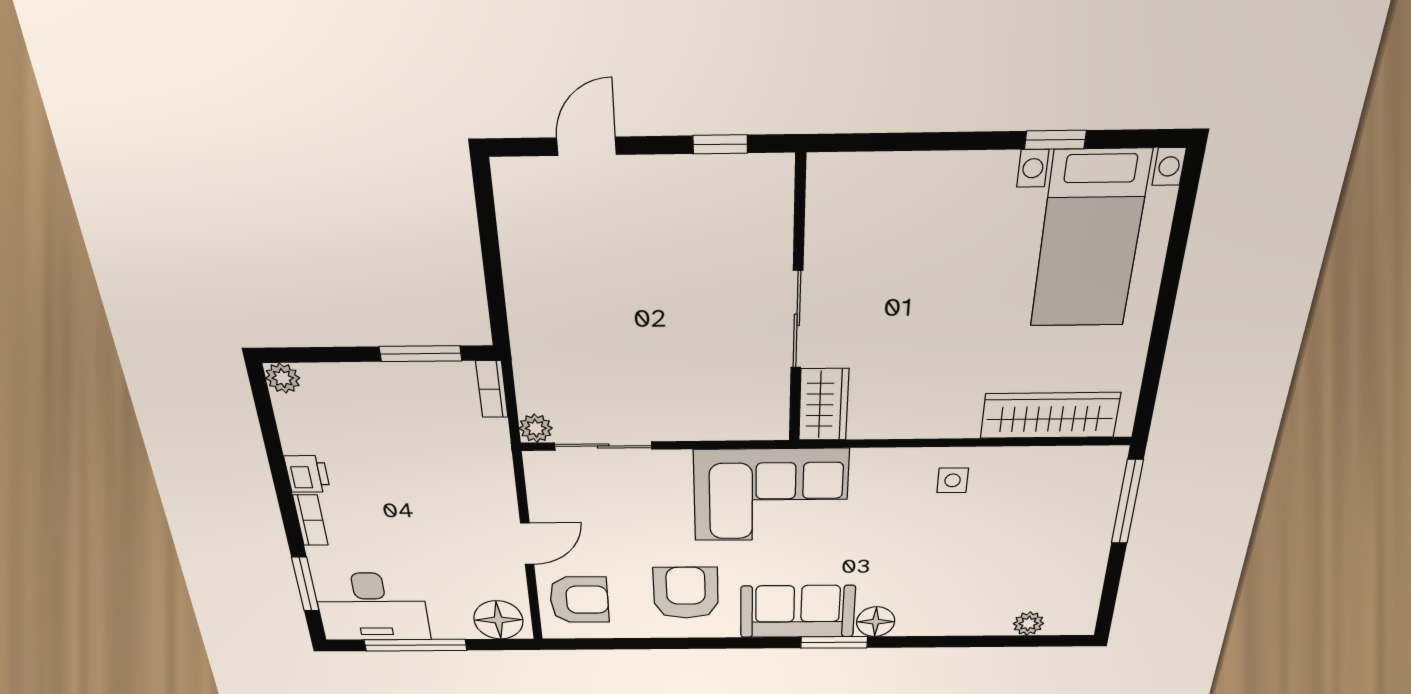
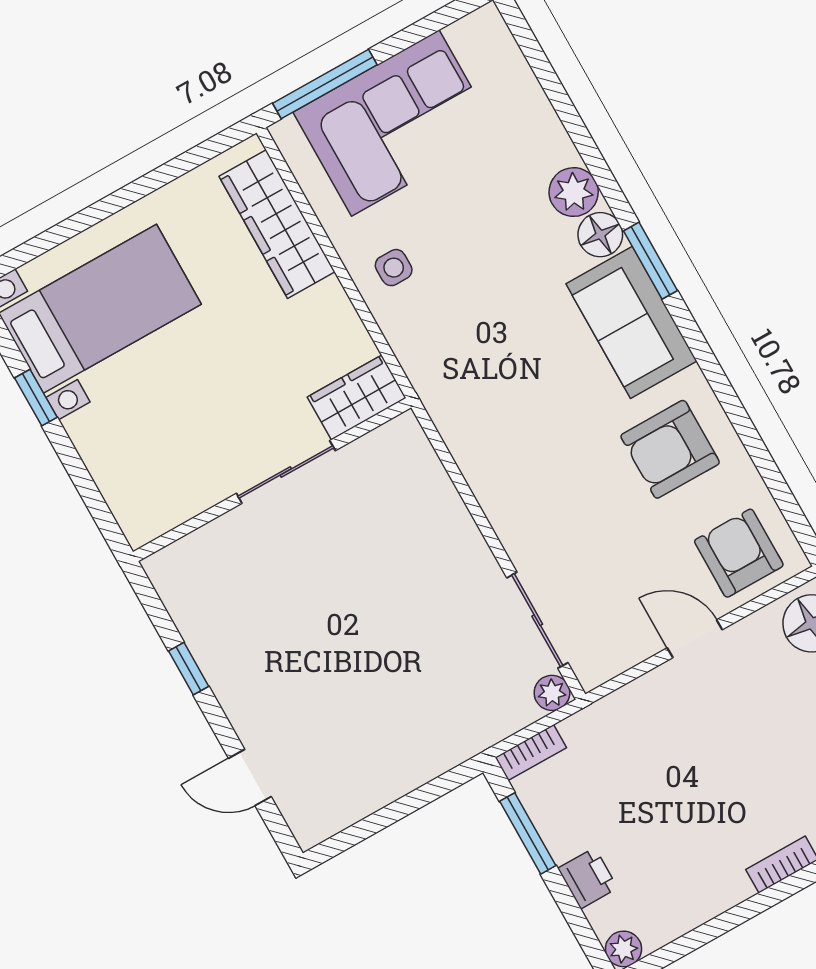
wall: (797, 306) -> (272, 480), moved
sliding door: (797, 320) -> (286, 472), moved
wardrobe: (824, 405) -> (357, 398), moved
printer: (307, 474) -> (588, 878), moved, turned 90
corner sofa: (771, 495) -> (395, 123), moved, turned 90
plant: (1028, 624) -> (574, 192), moved, width x1.38, depth x1.38

